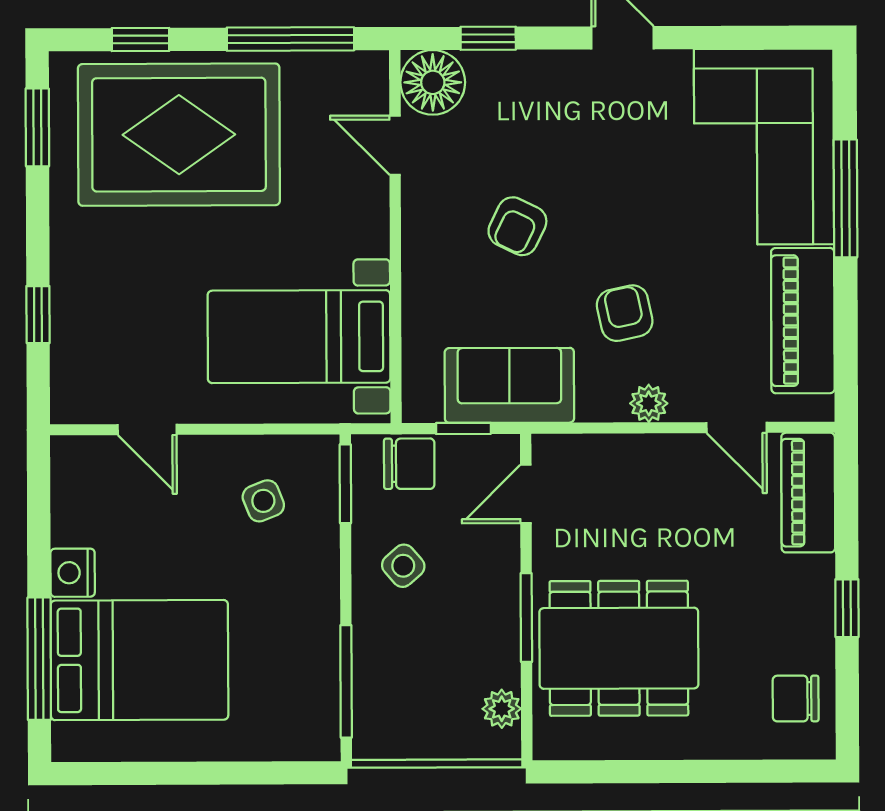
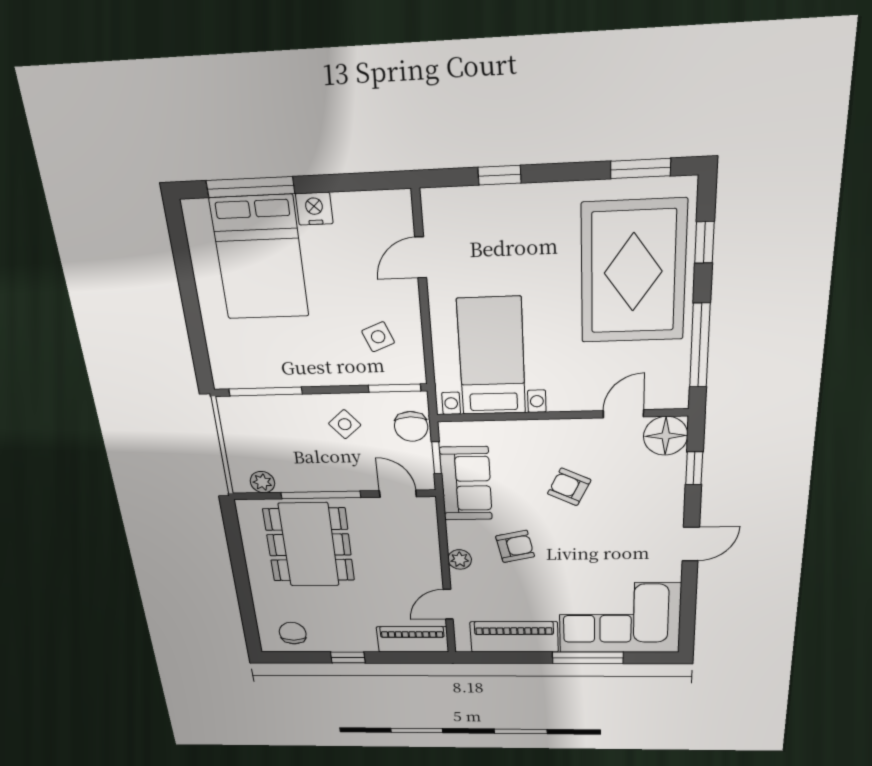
window: (526, 618) -> (321, 495), width x1.44

